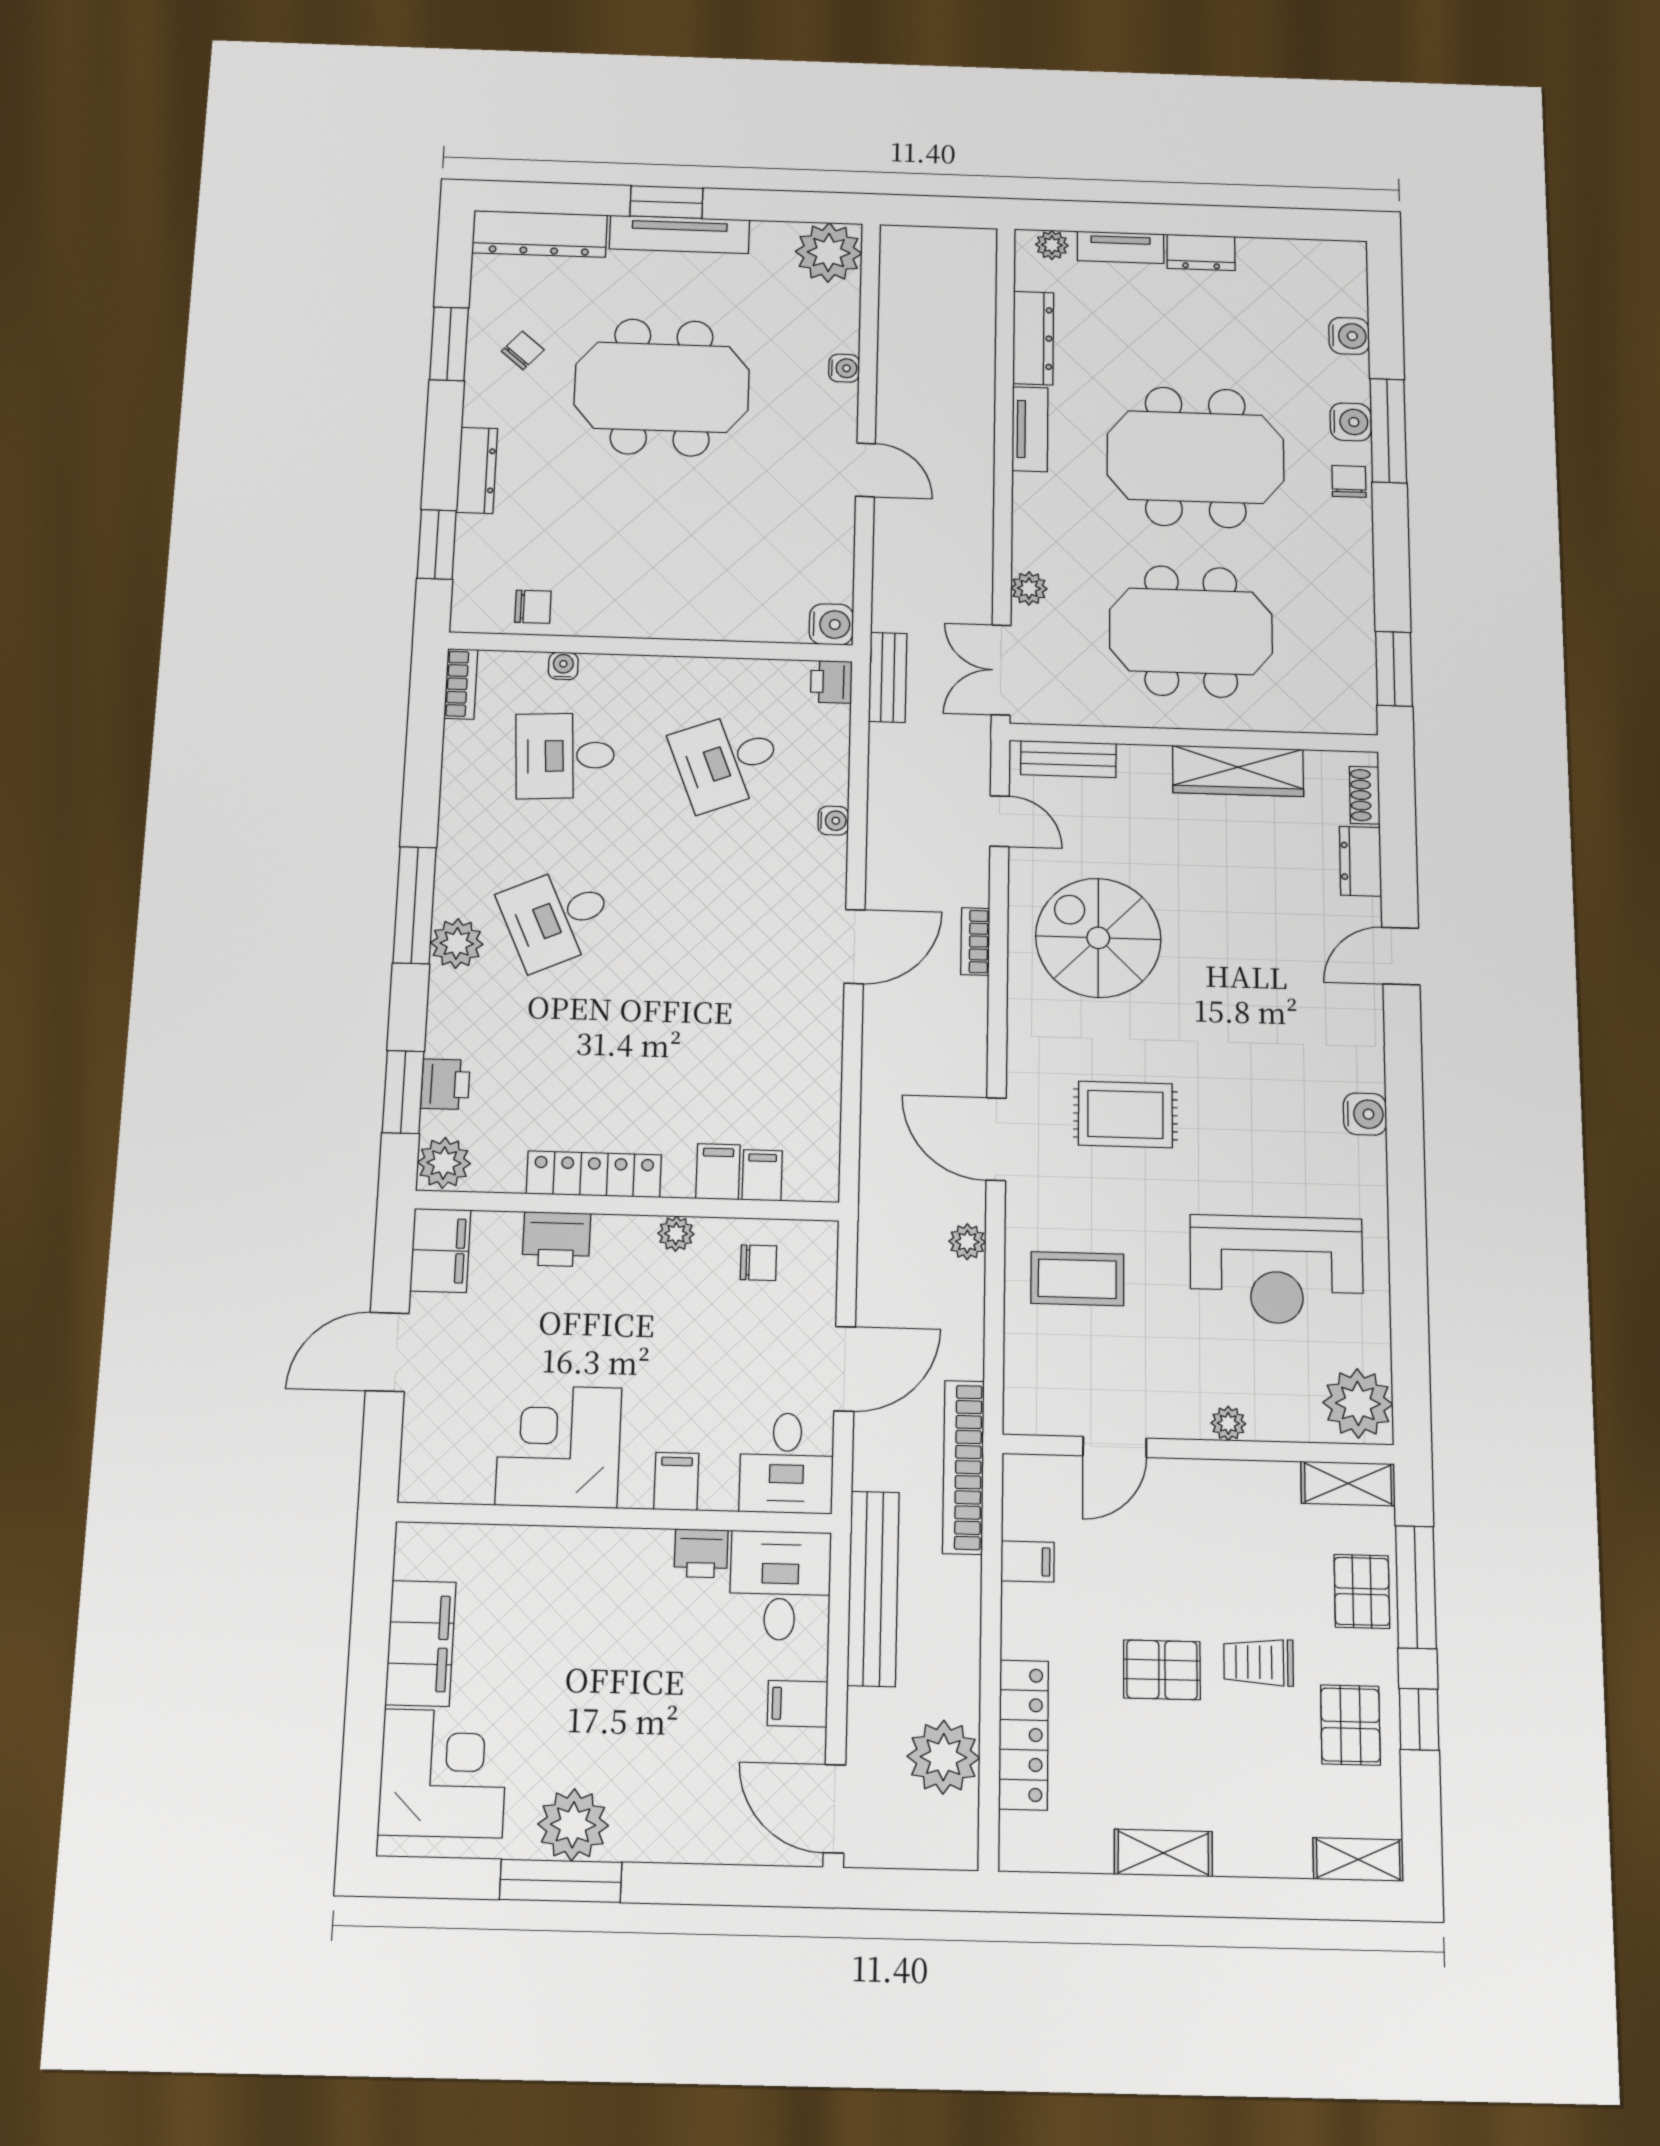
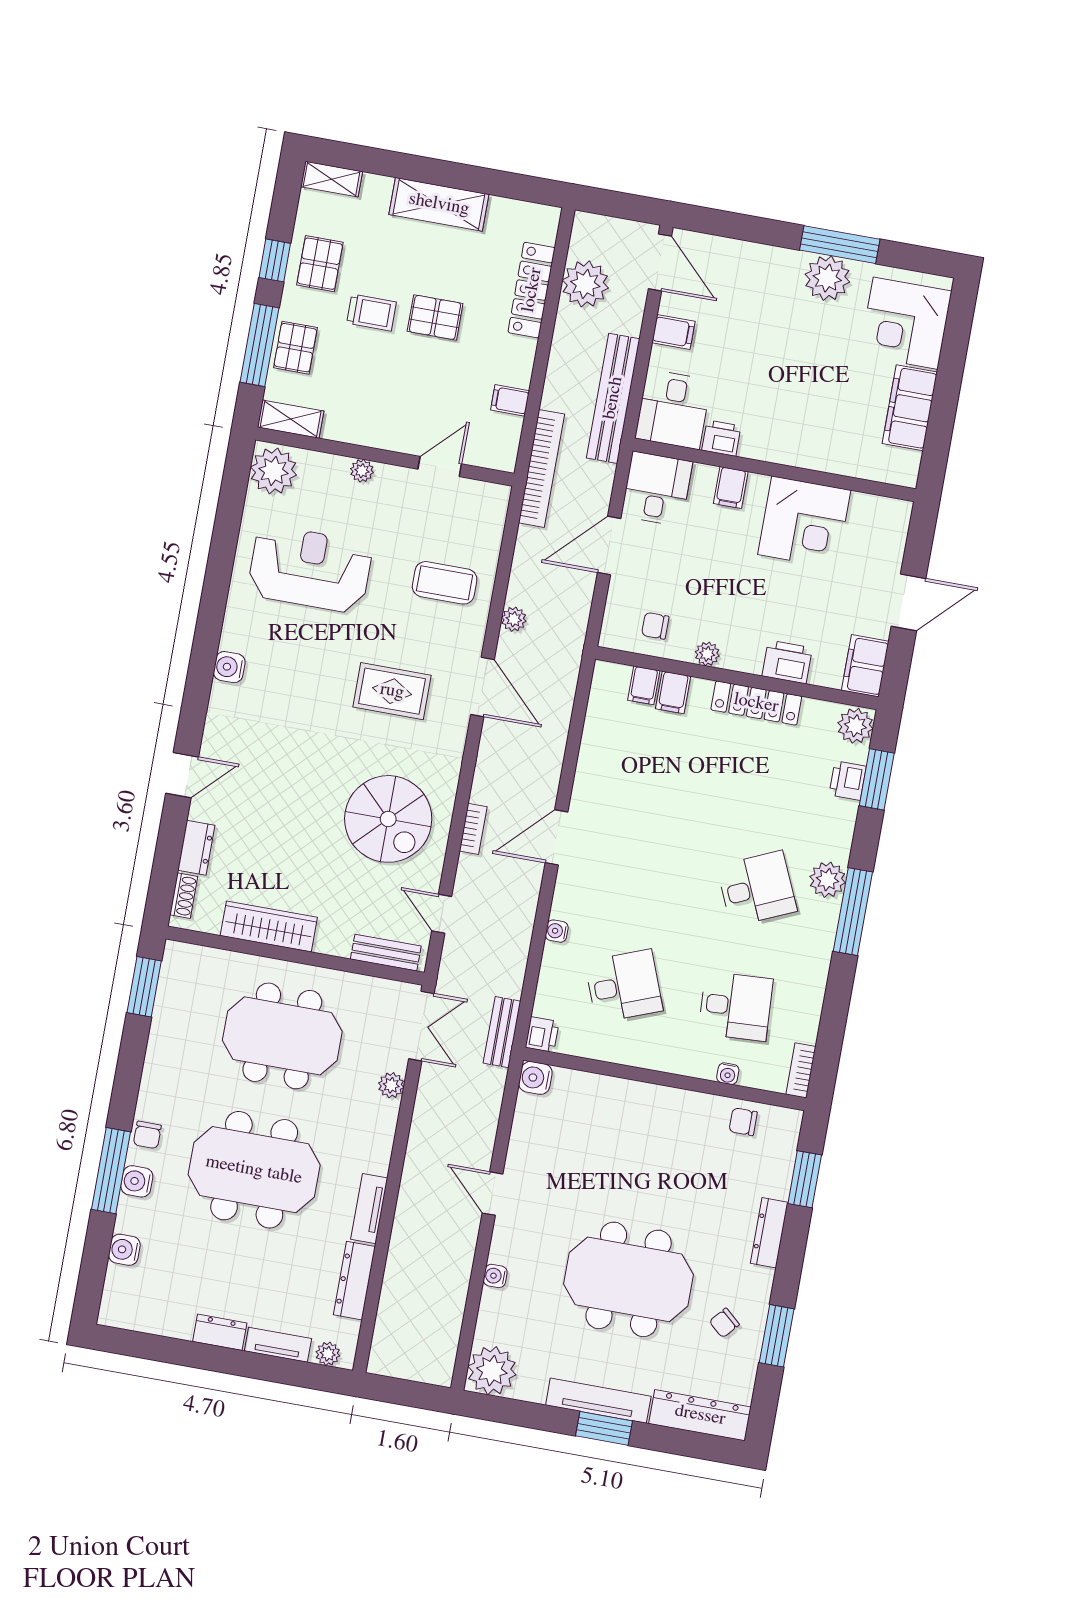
shelving: (1163, 1853) -> (439, 204), width x1.50, depth x1.33

